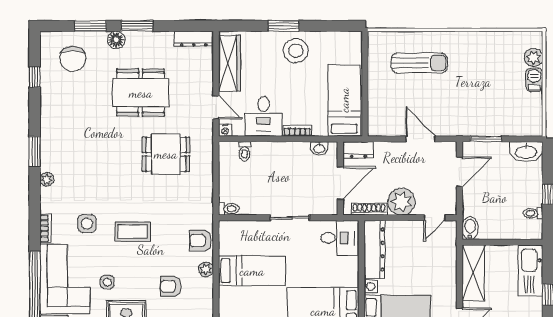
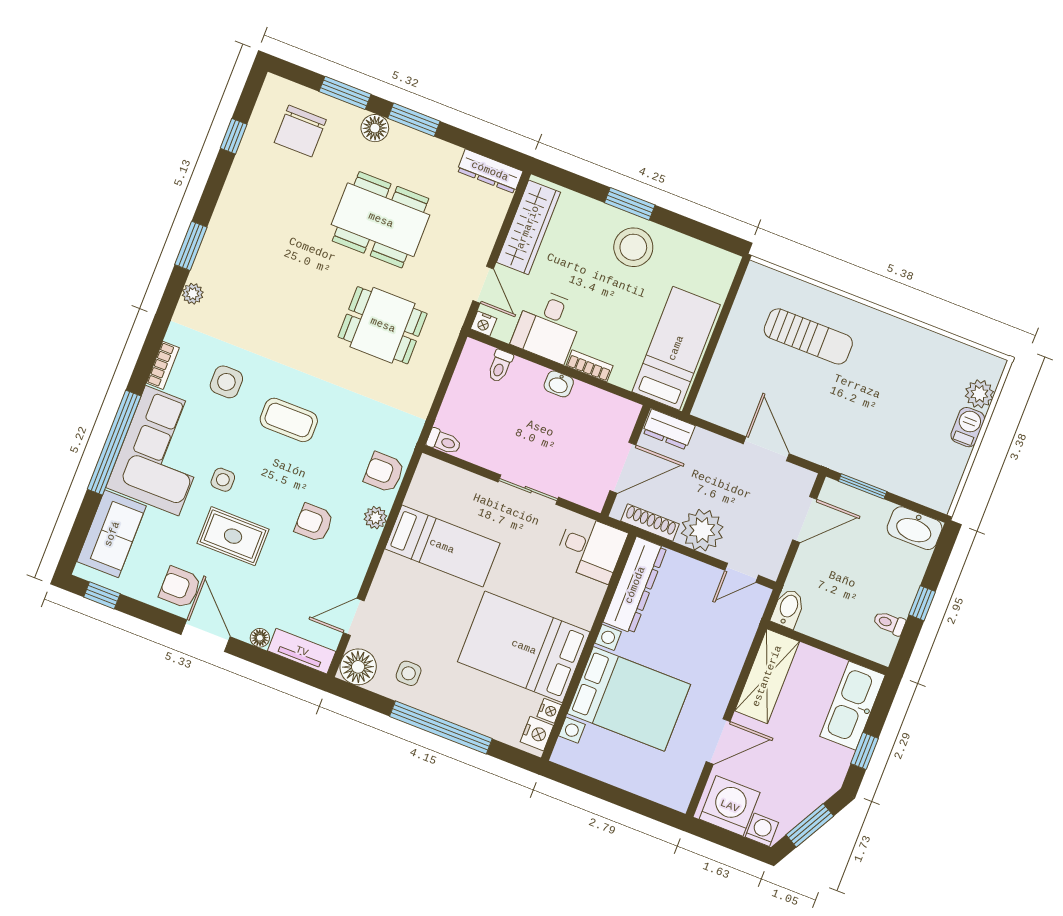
washbasin: (319, 148) -> (559, 384), moved

